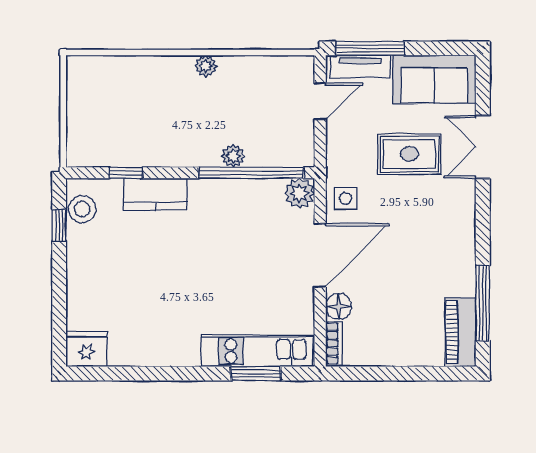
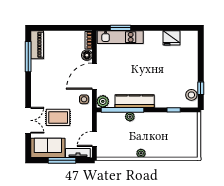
window: (370, 48) -> (62, 160), moved
kitchen counter: (155, 194) -> (135, 101), moved, width x1.50
fridge: (86, 349) -> (171, 38), moved

